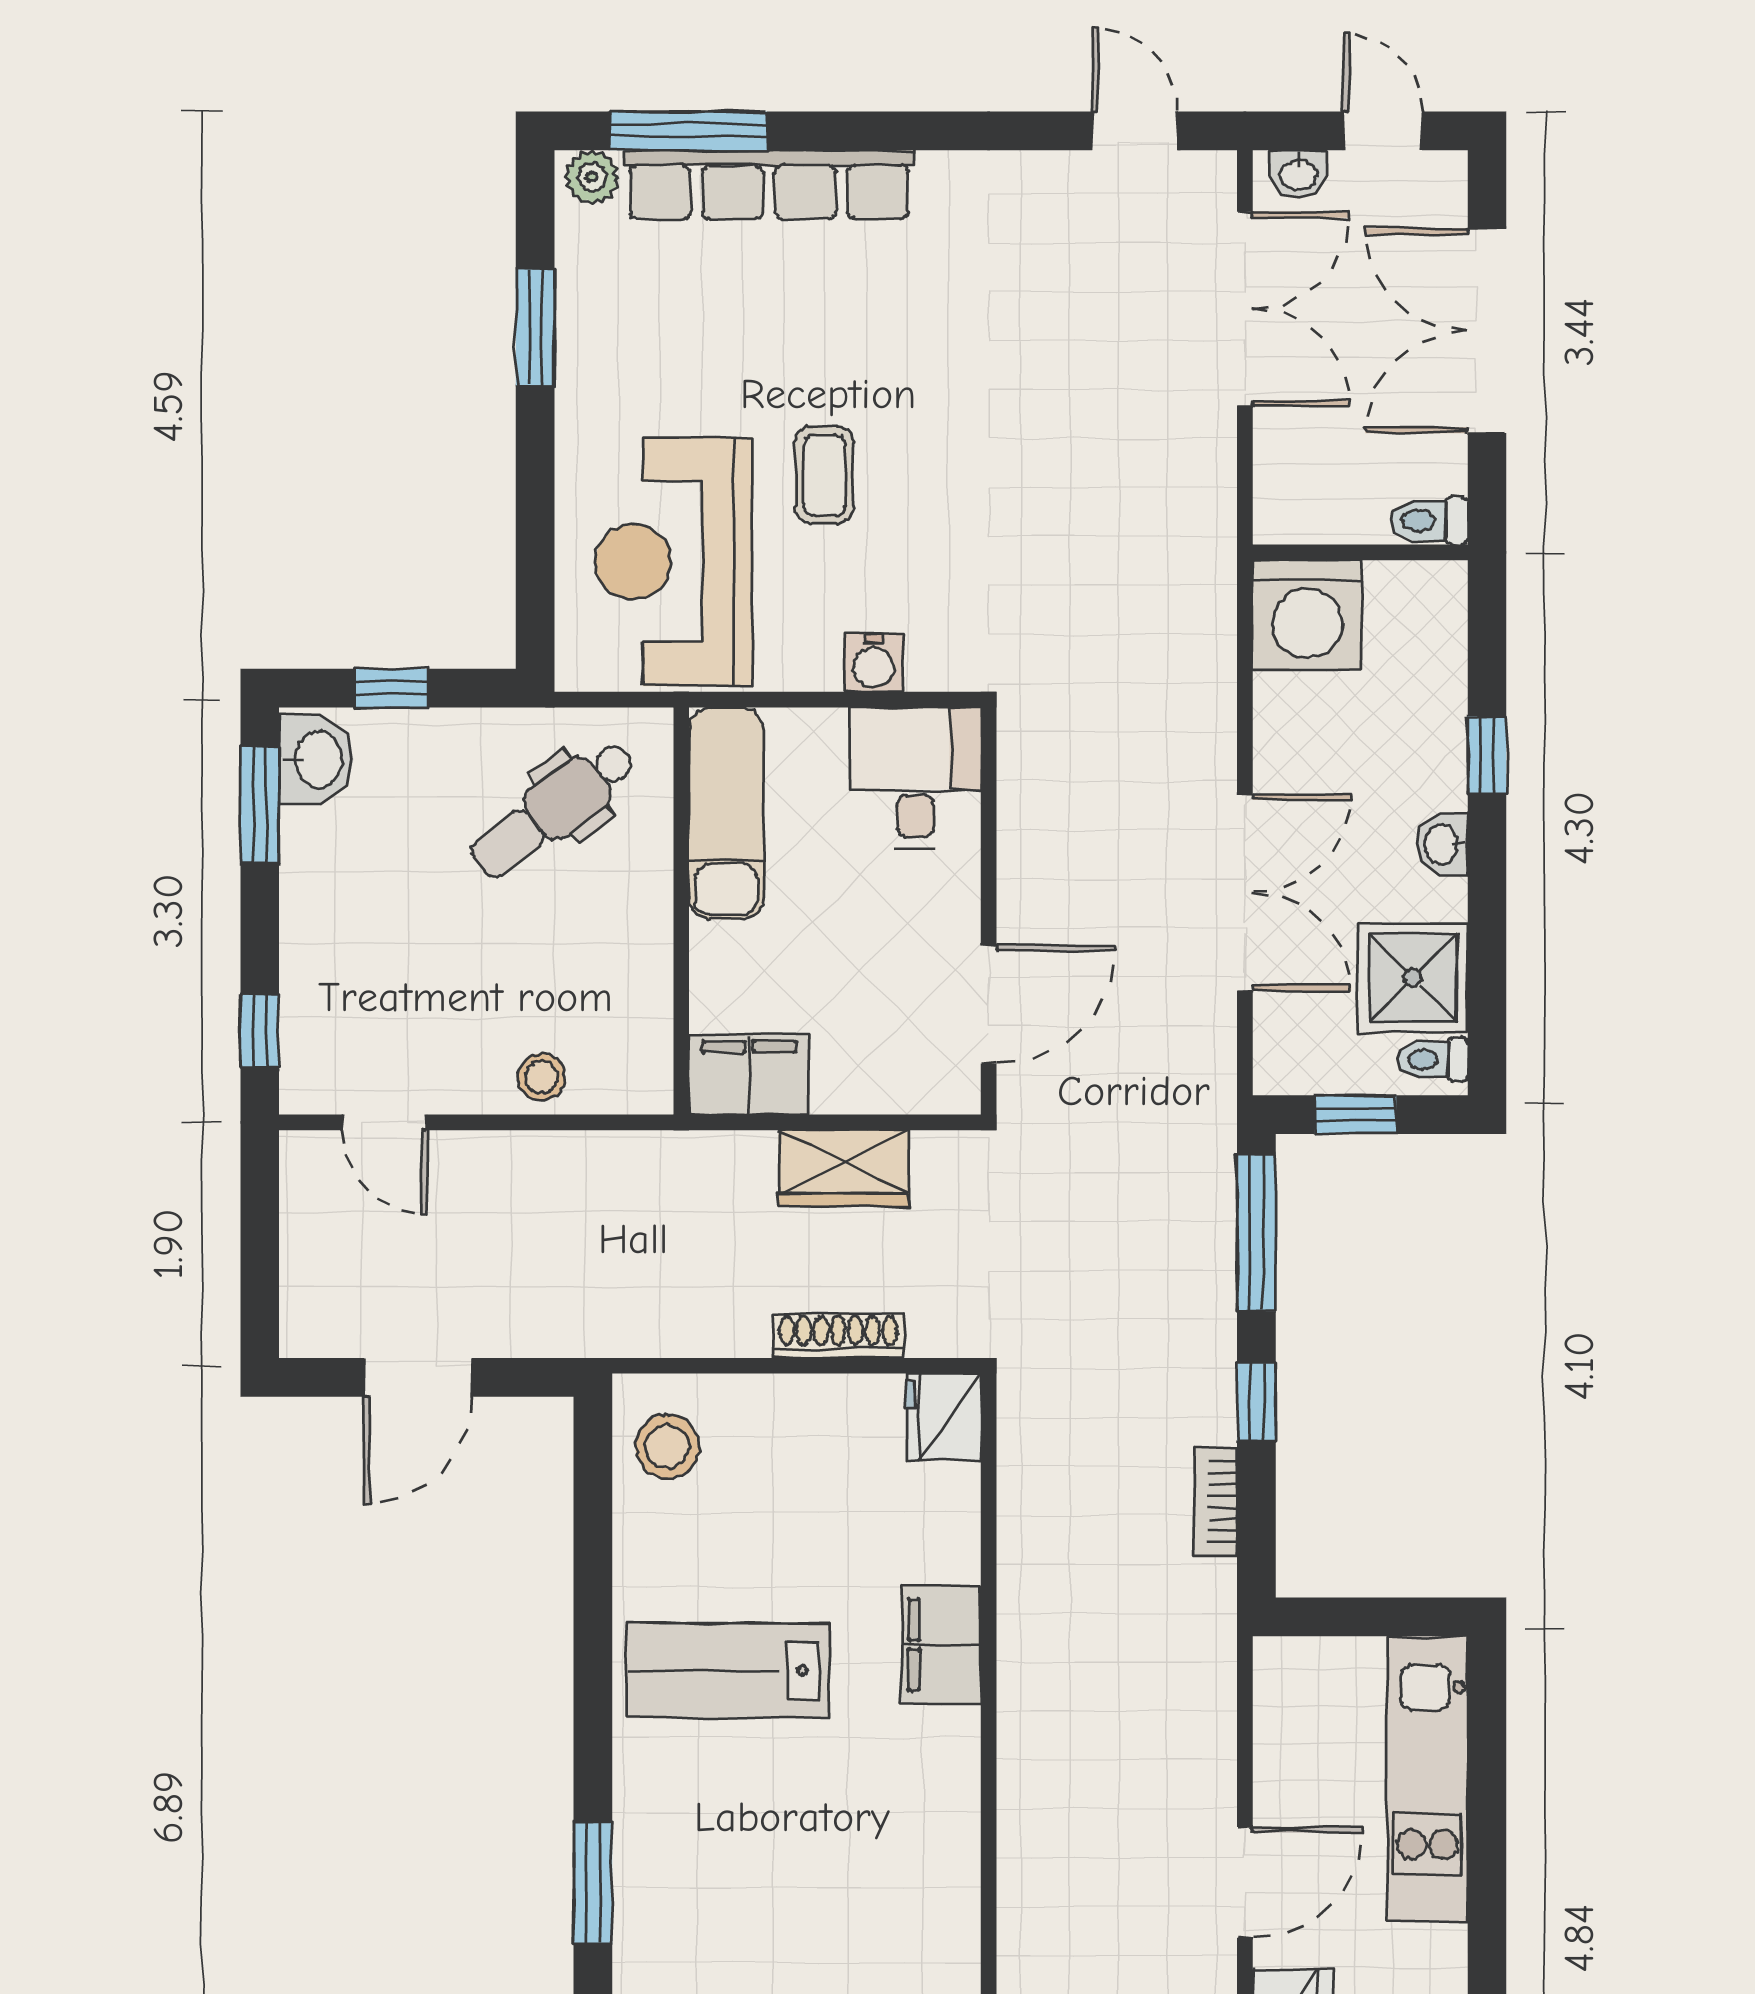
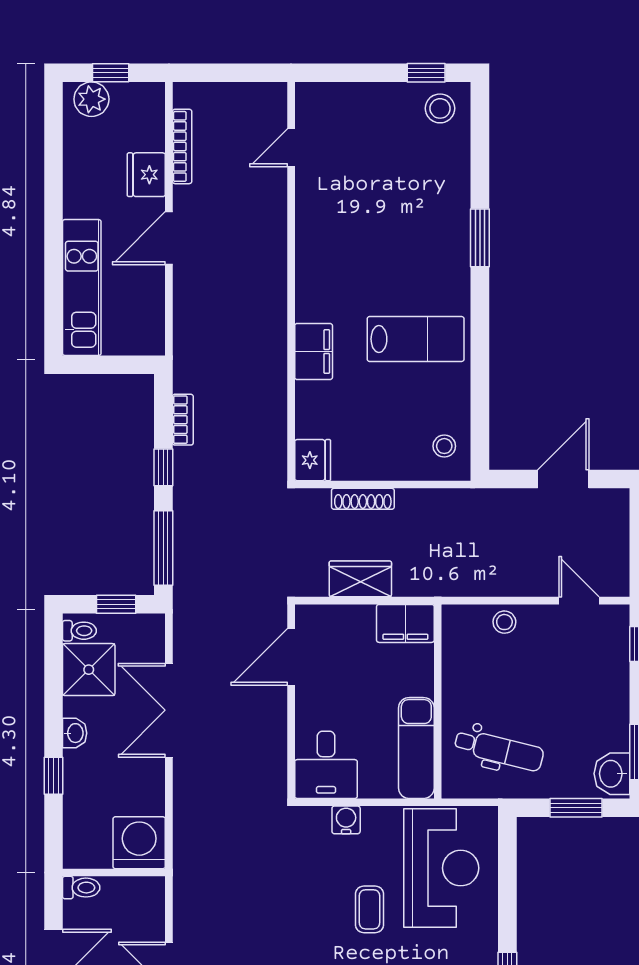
window: (391, 688) -> (576, 808), width x1.50
dental chair: (553, 809) -> (499, 750), turned 51
stool: (667, 1446) -> (444, 446), width x0.73, depth x0.73

